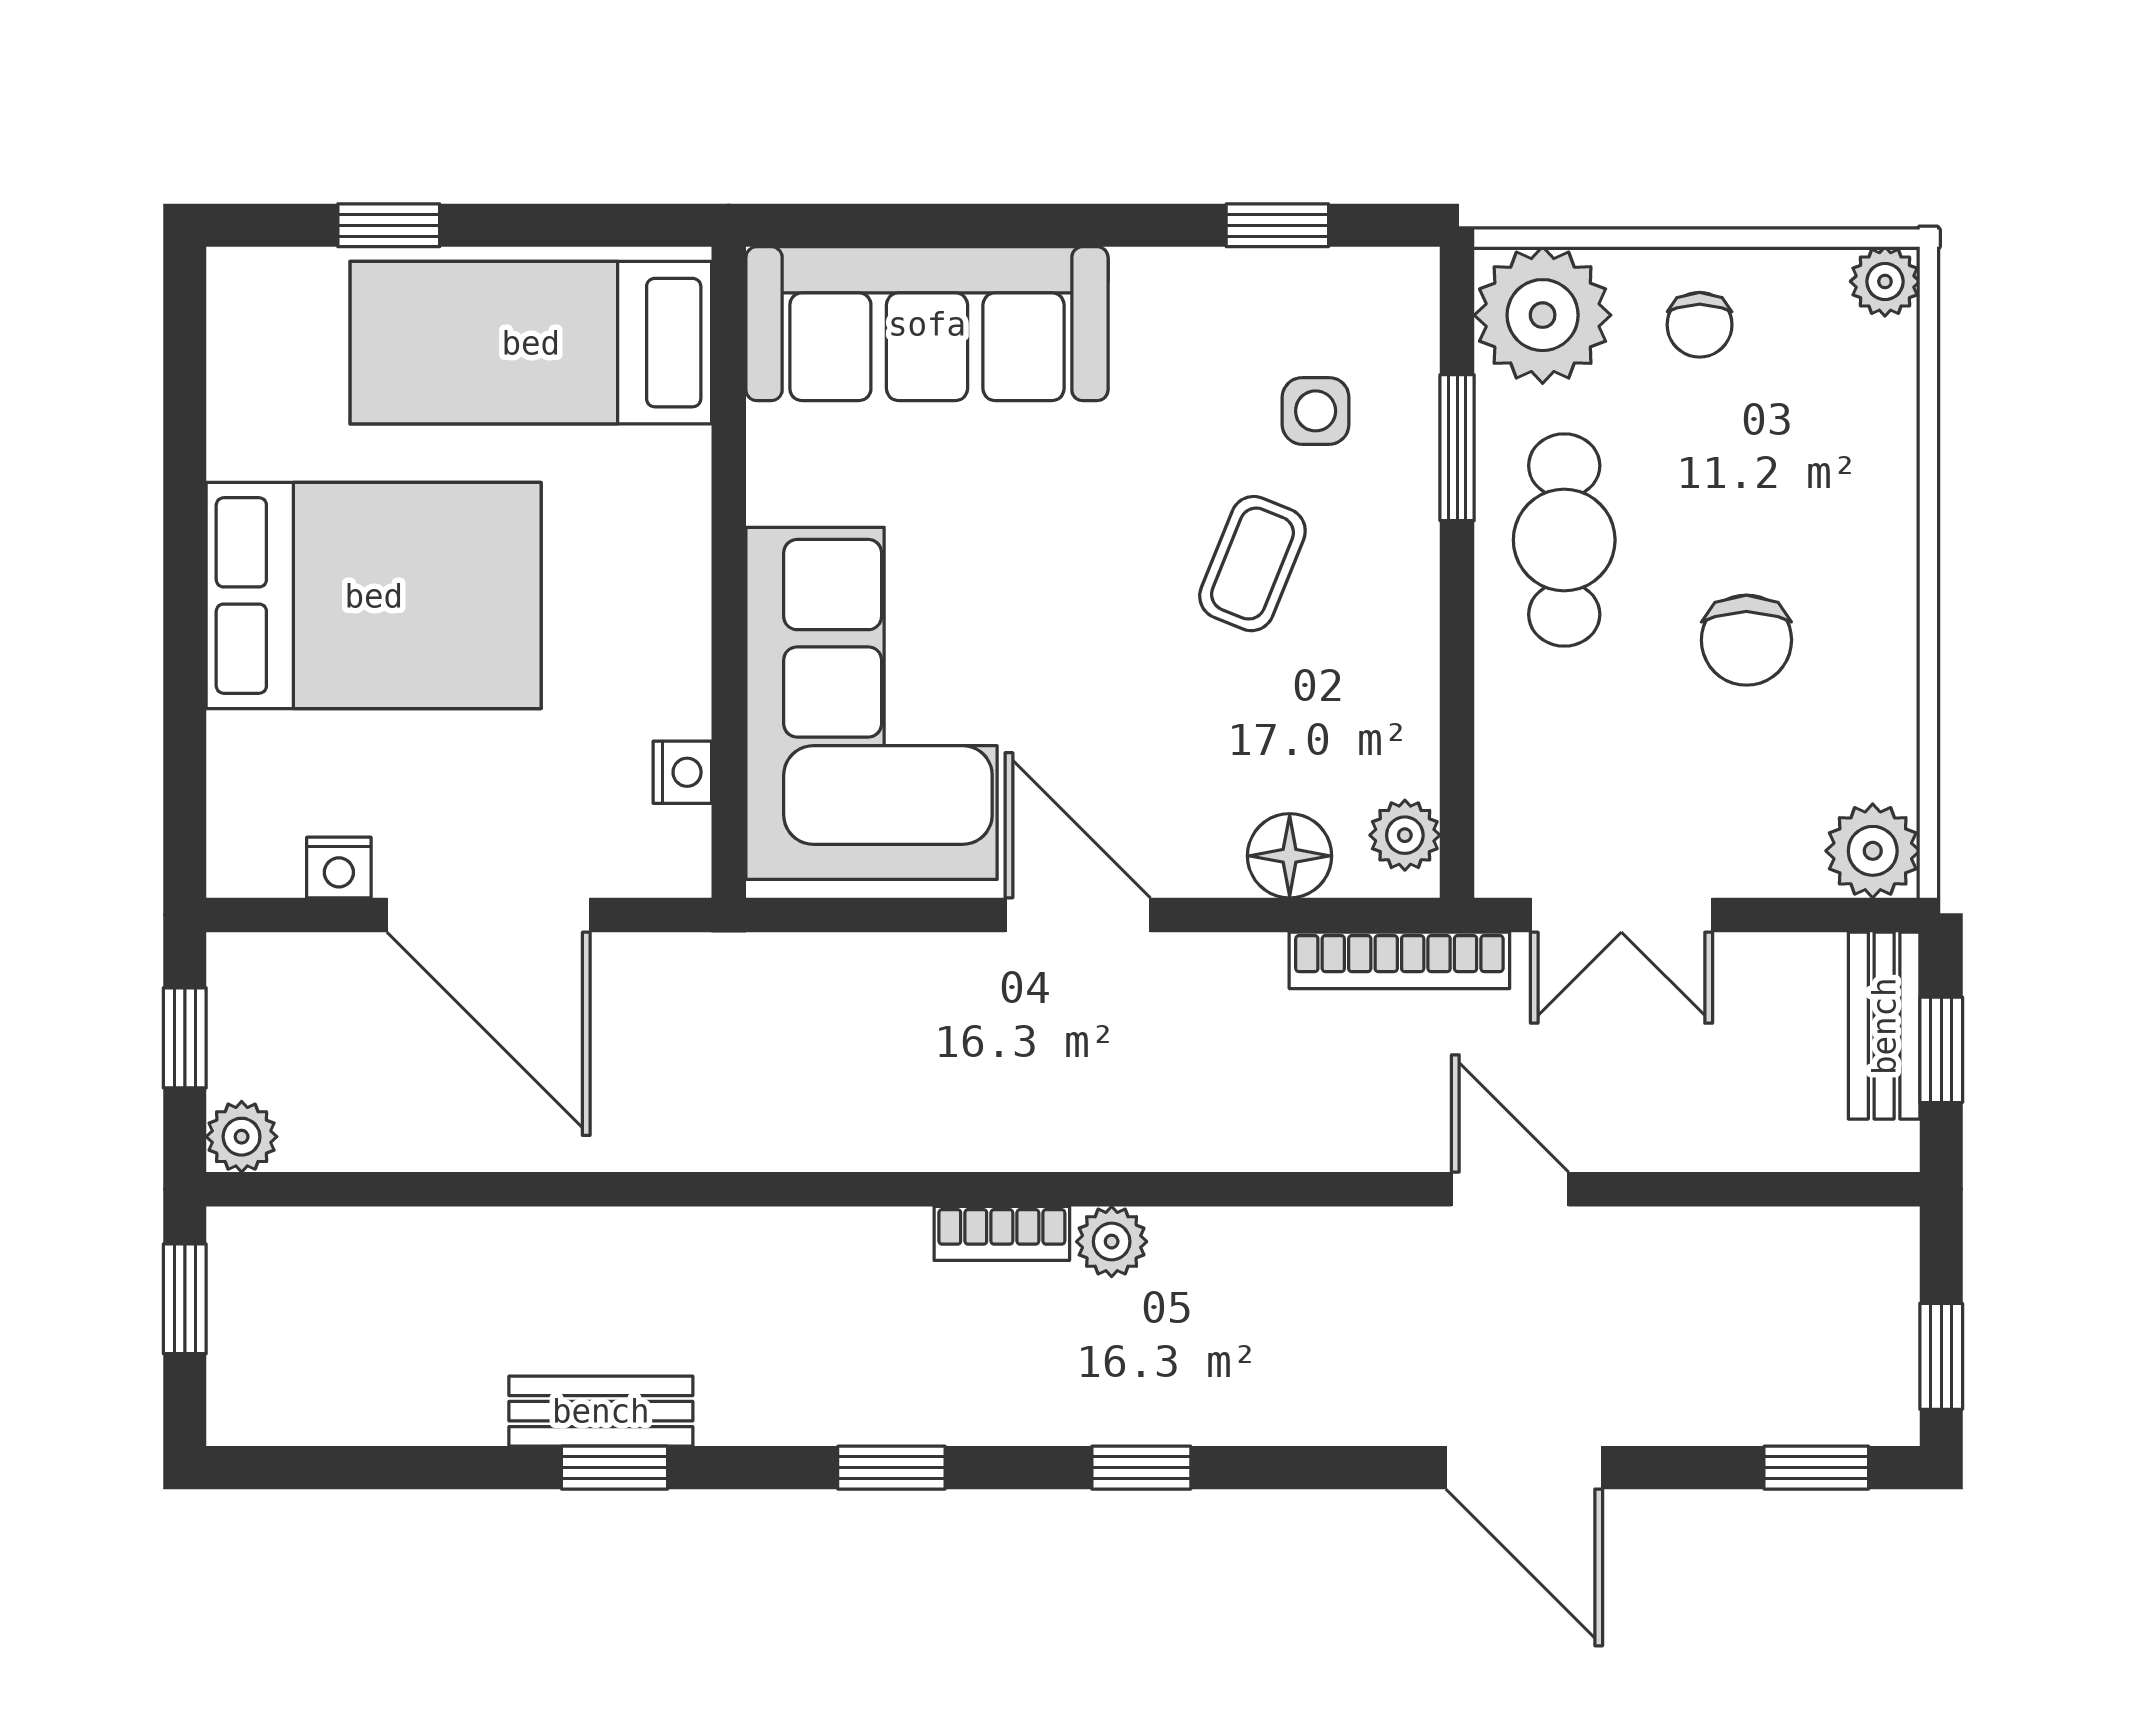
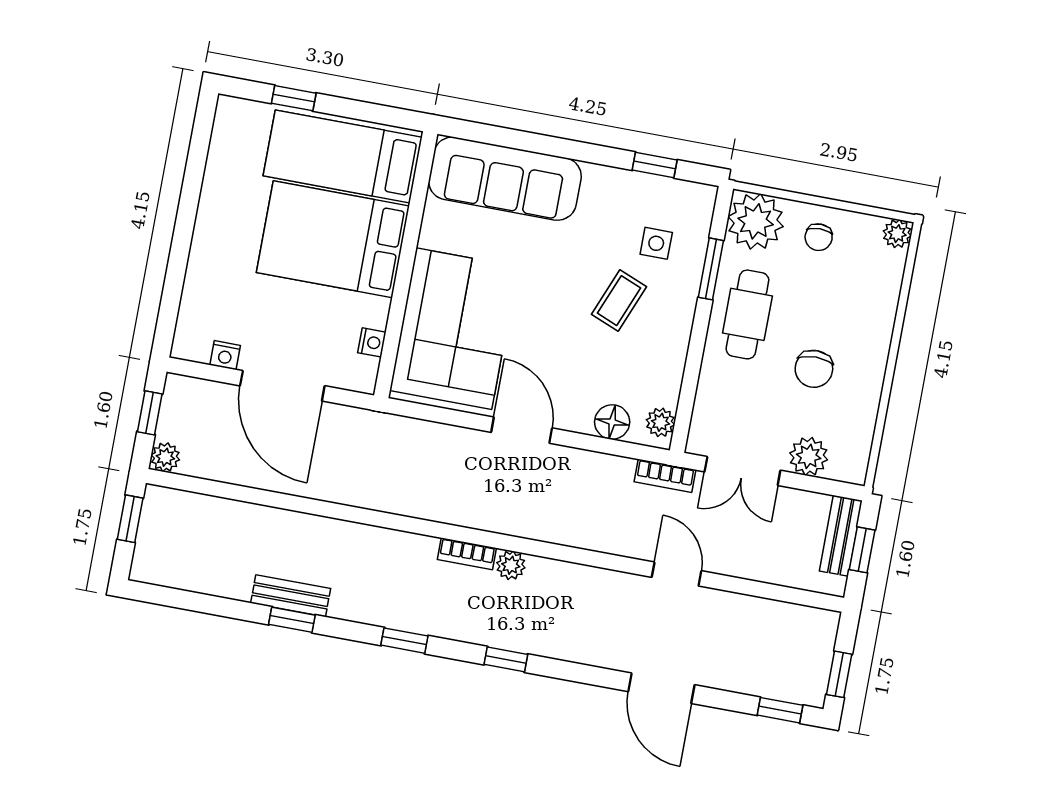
bed: (374, 596) -> (333, 239), moved, turned 180
plant: (1873, 851) -> (809, 456), moved
bookcase: (1399, 960) -> (665, 476), width x0.64

